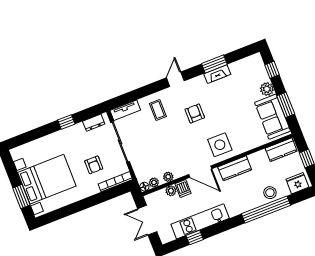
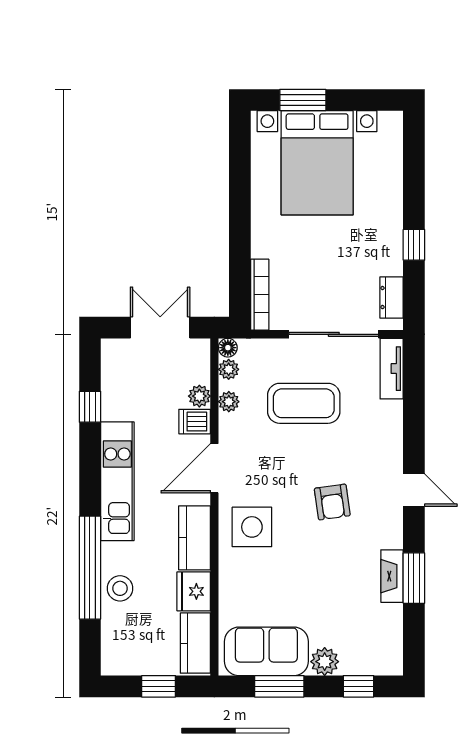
coffee table: (158, 110) -> (304, 403), moved, width x1.86, depth x1.72
armchair: (195, 113) -> (332, 502), turned 82
armchair: (94, 165) -> (309, 265), removed
fridge: (297, 183) -> (194, 591), moved, turned 180
kitchen unit: (200, 221) -> (117, 481), moved

